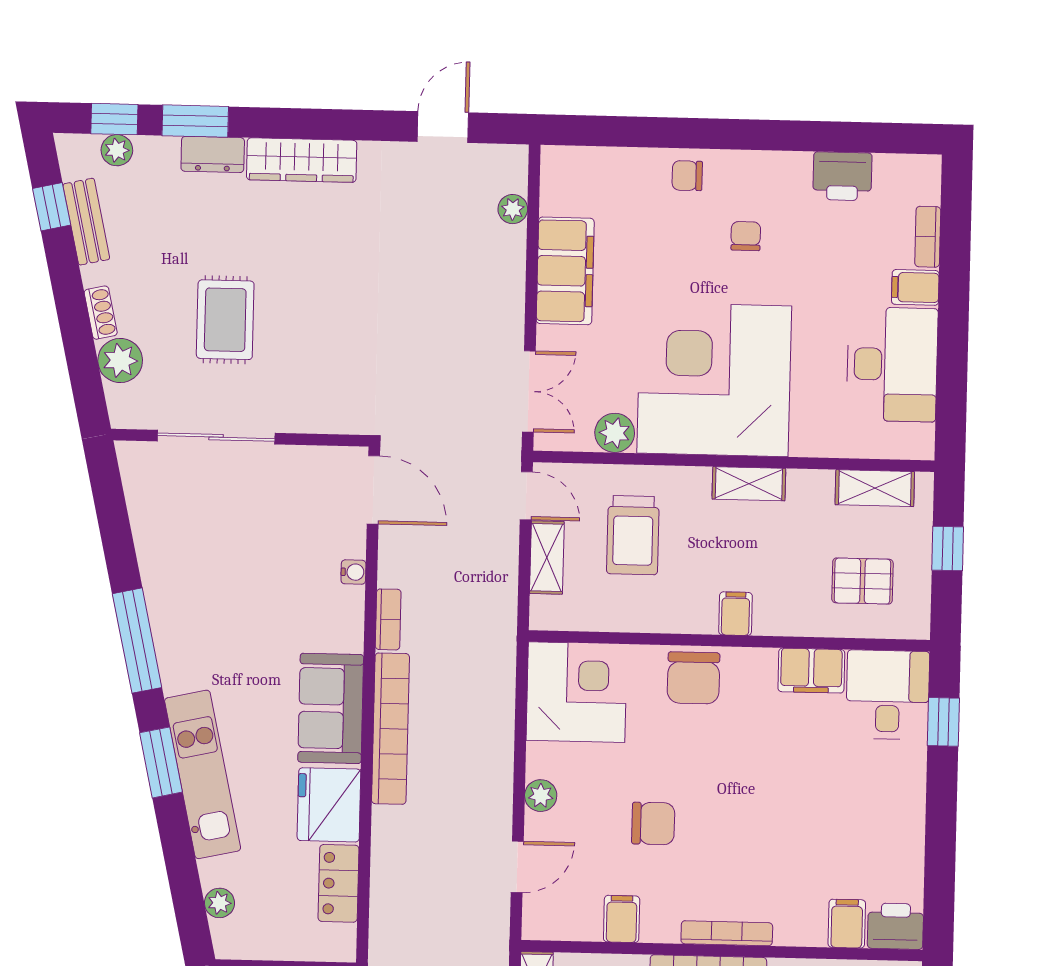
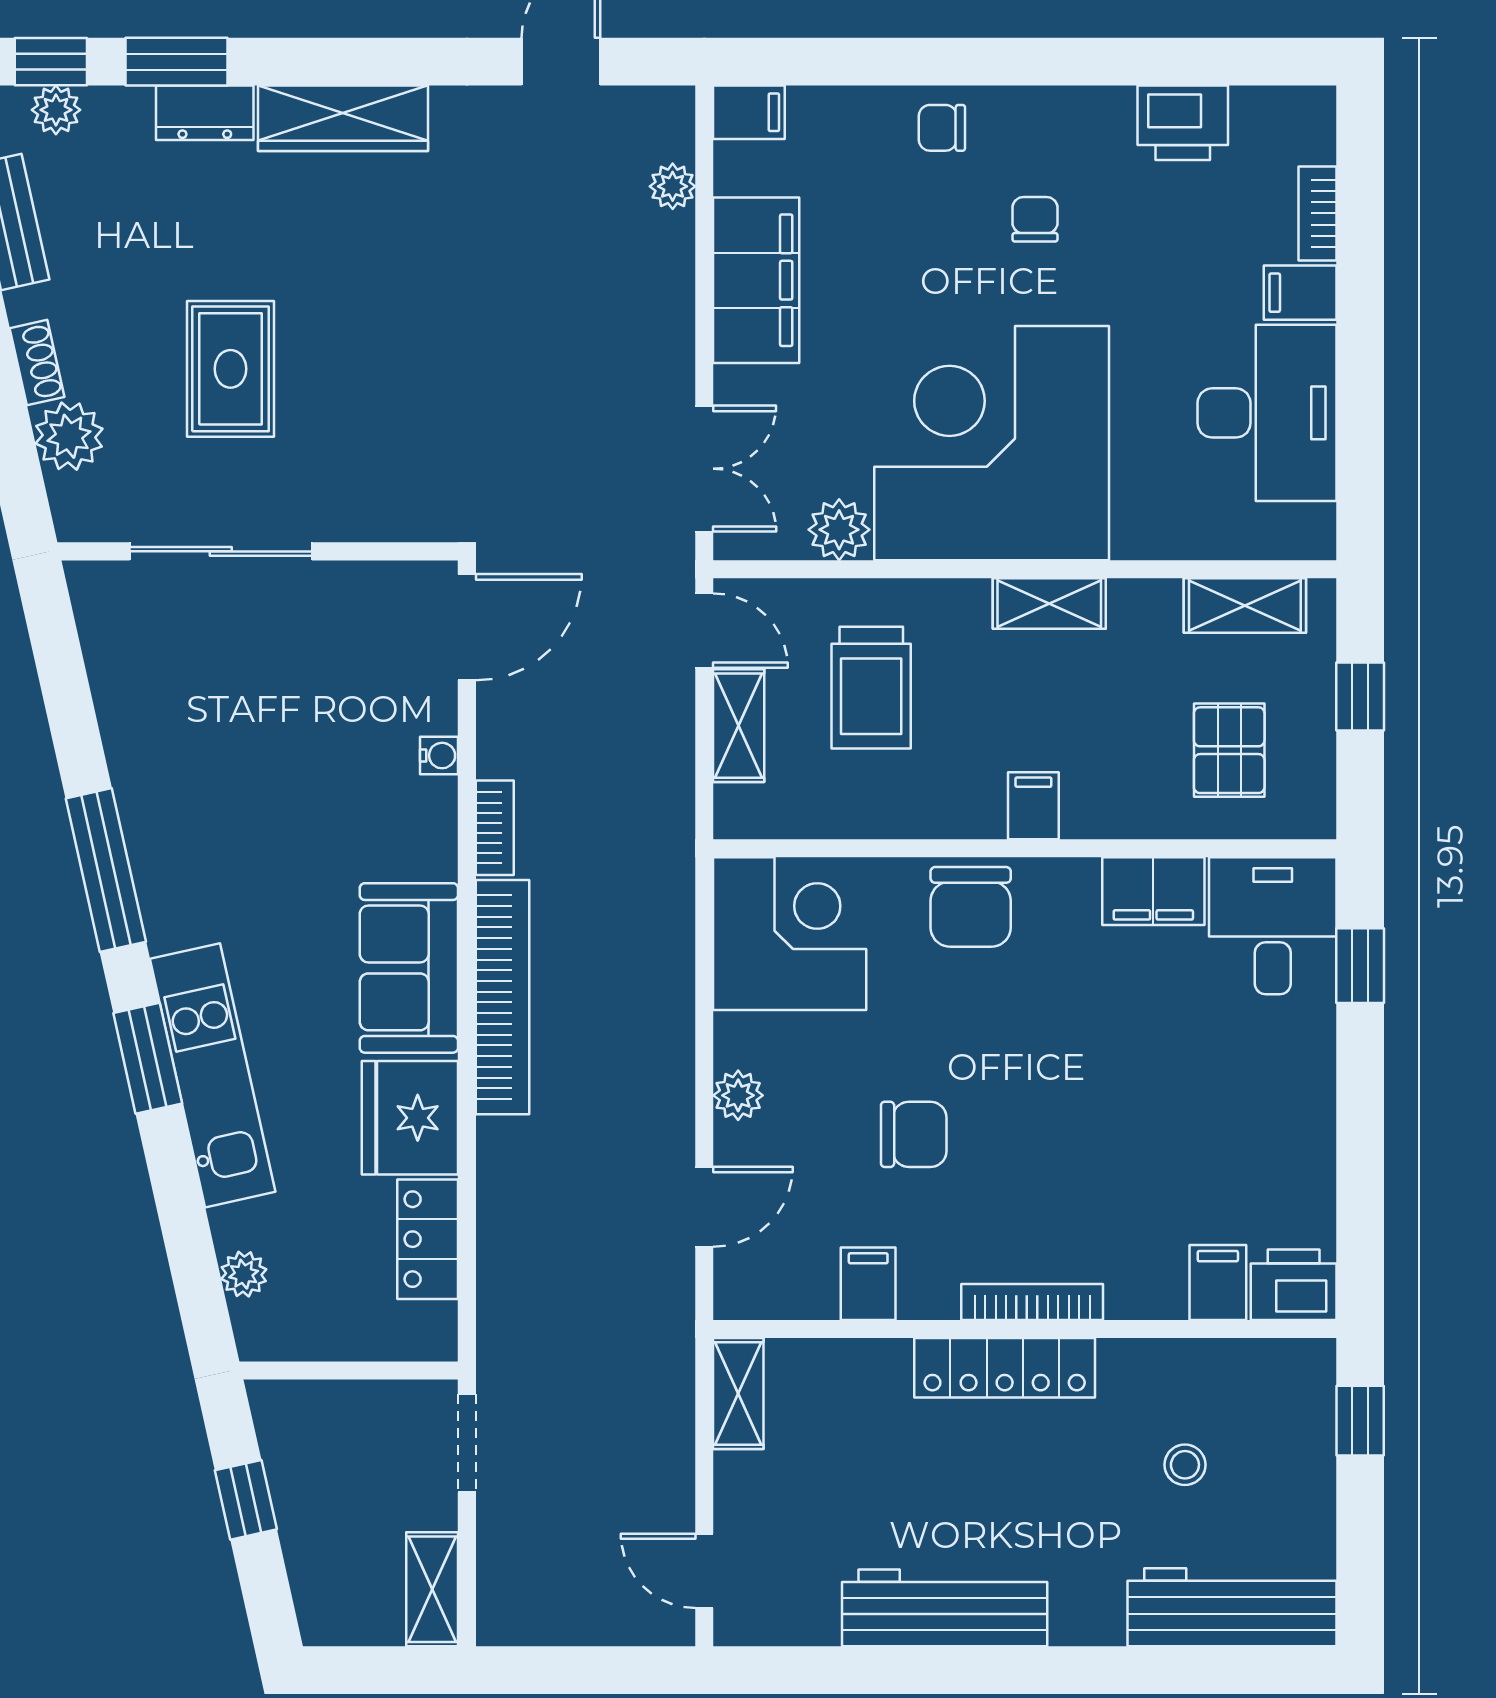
filing cabinet: (563, 163) -> (749, 112), added
door: (373, 490) -> (467, 627), hinge flipped
pallet: (862, 581) -> (1229, 750), turned 90

